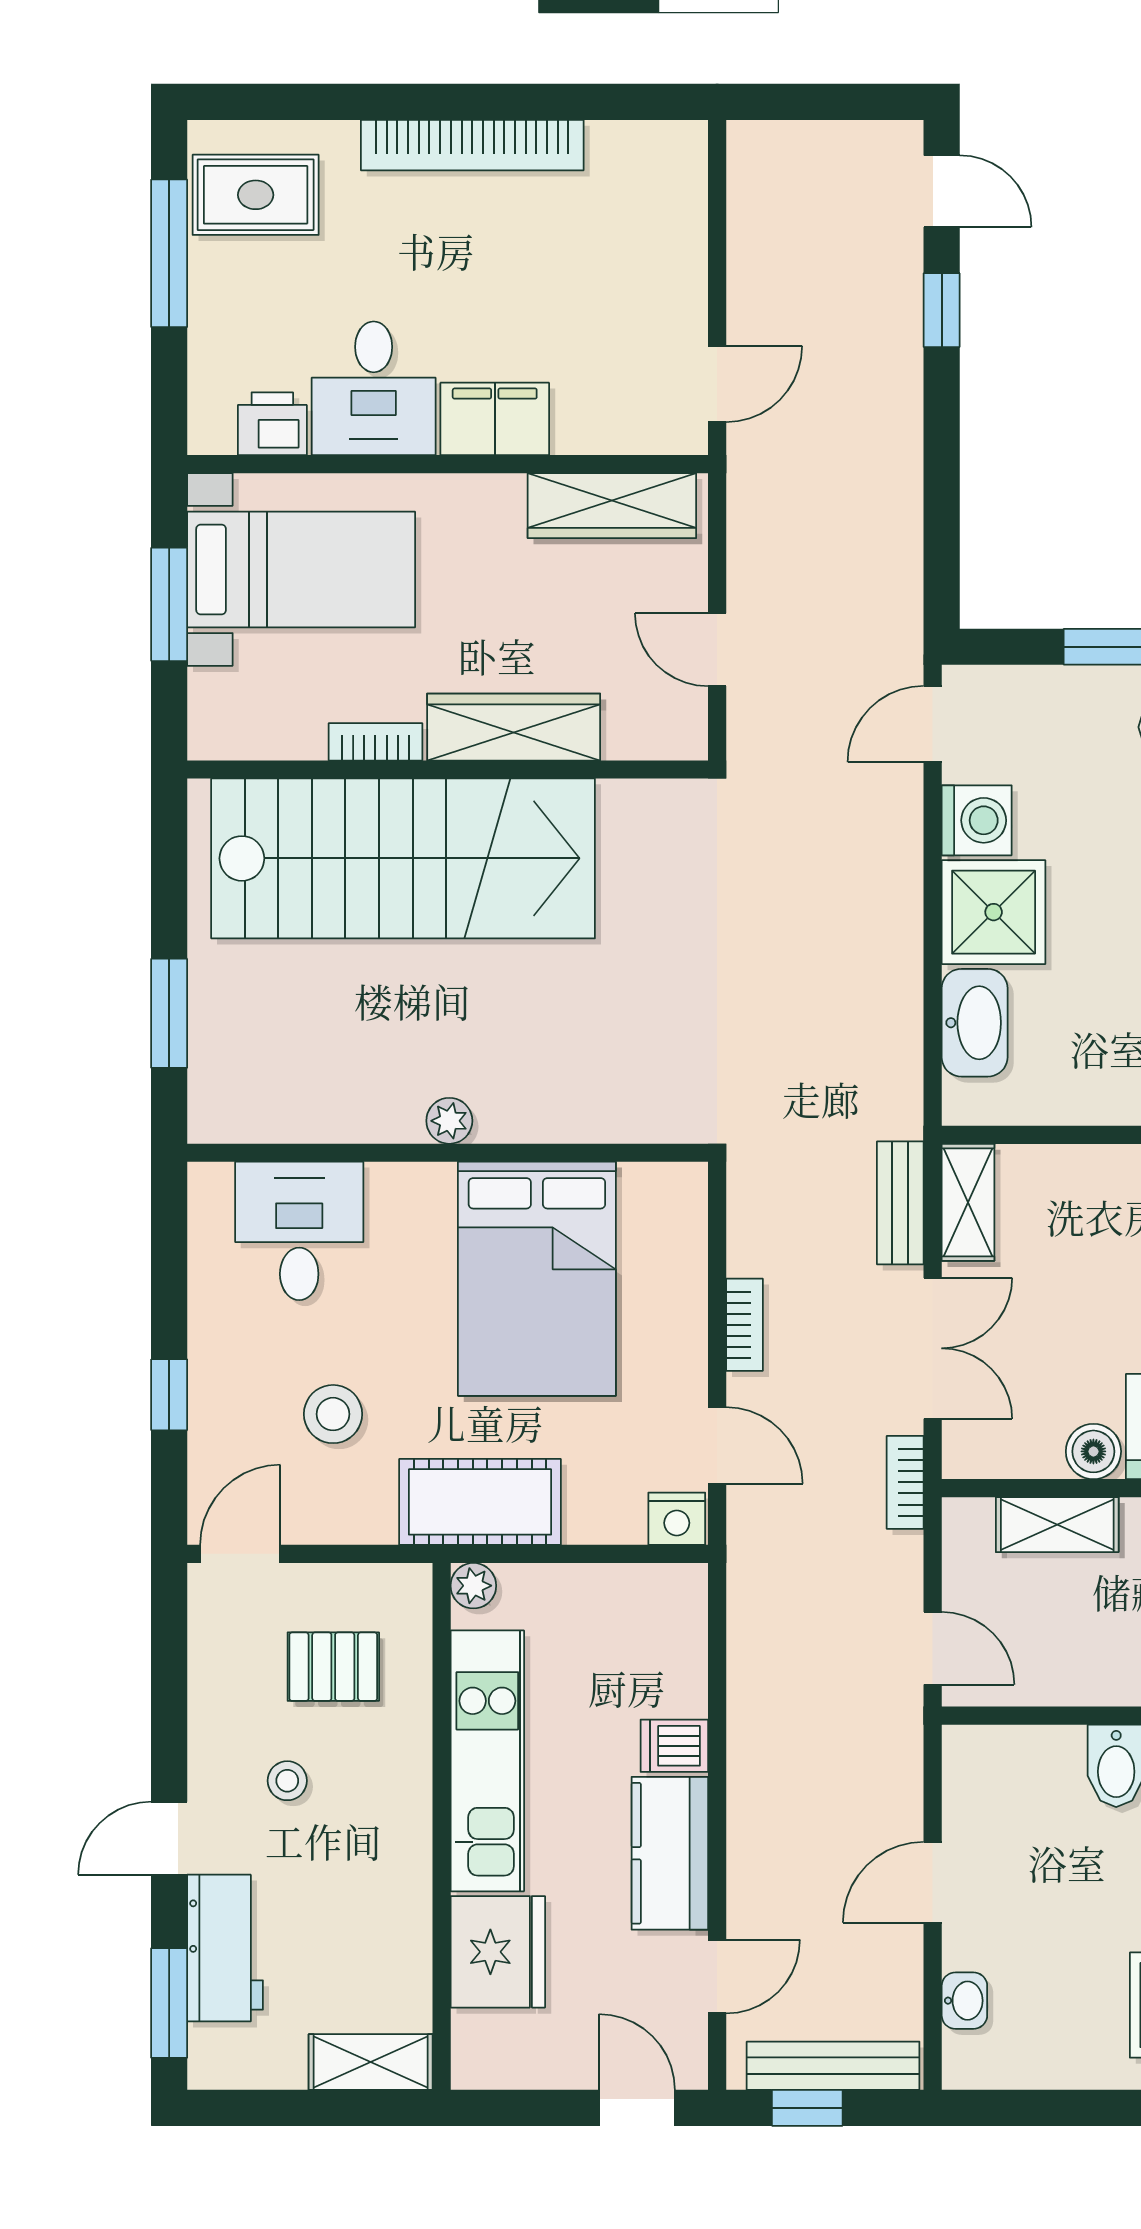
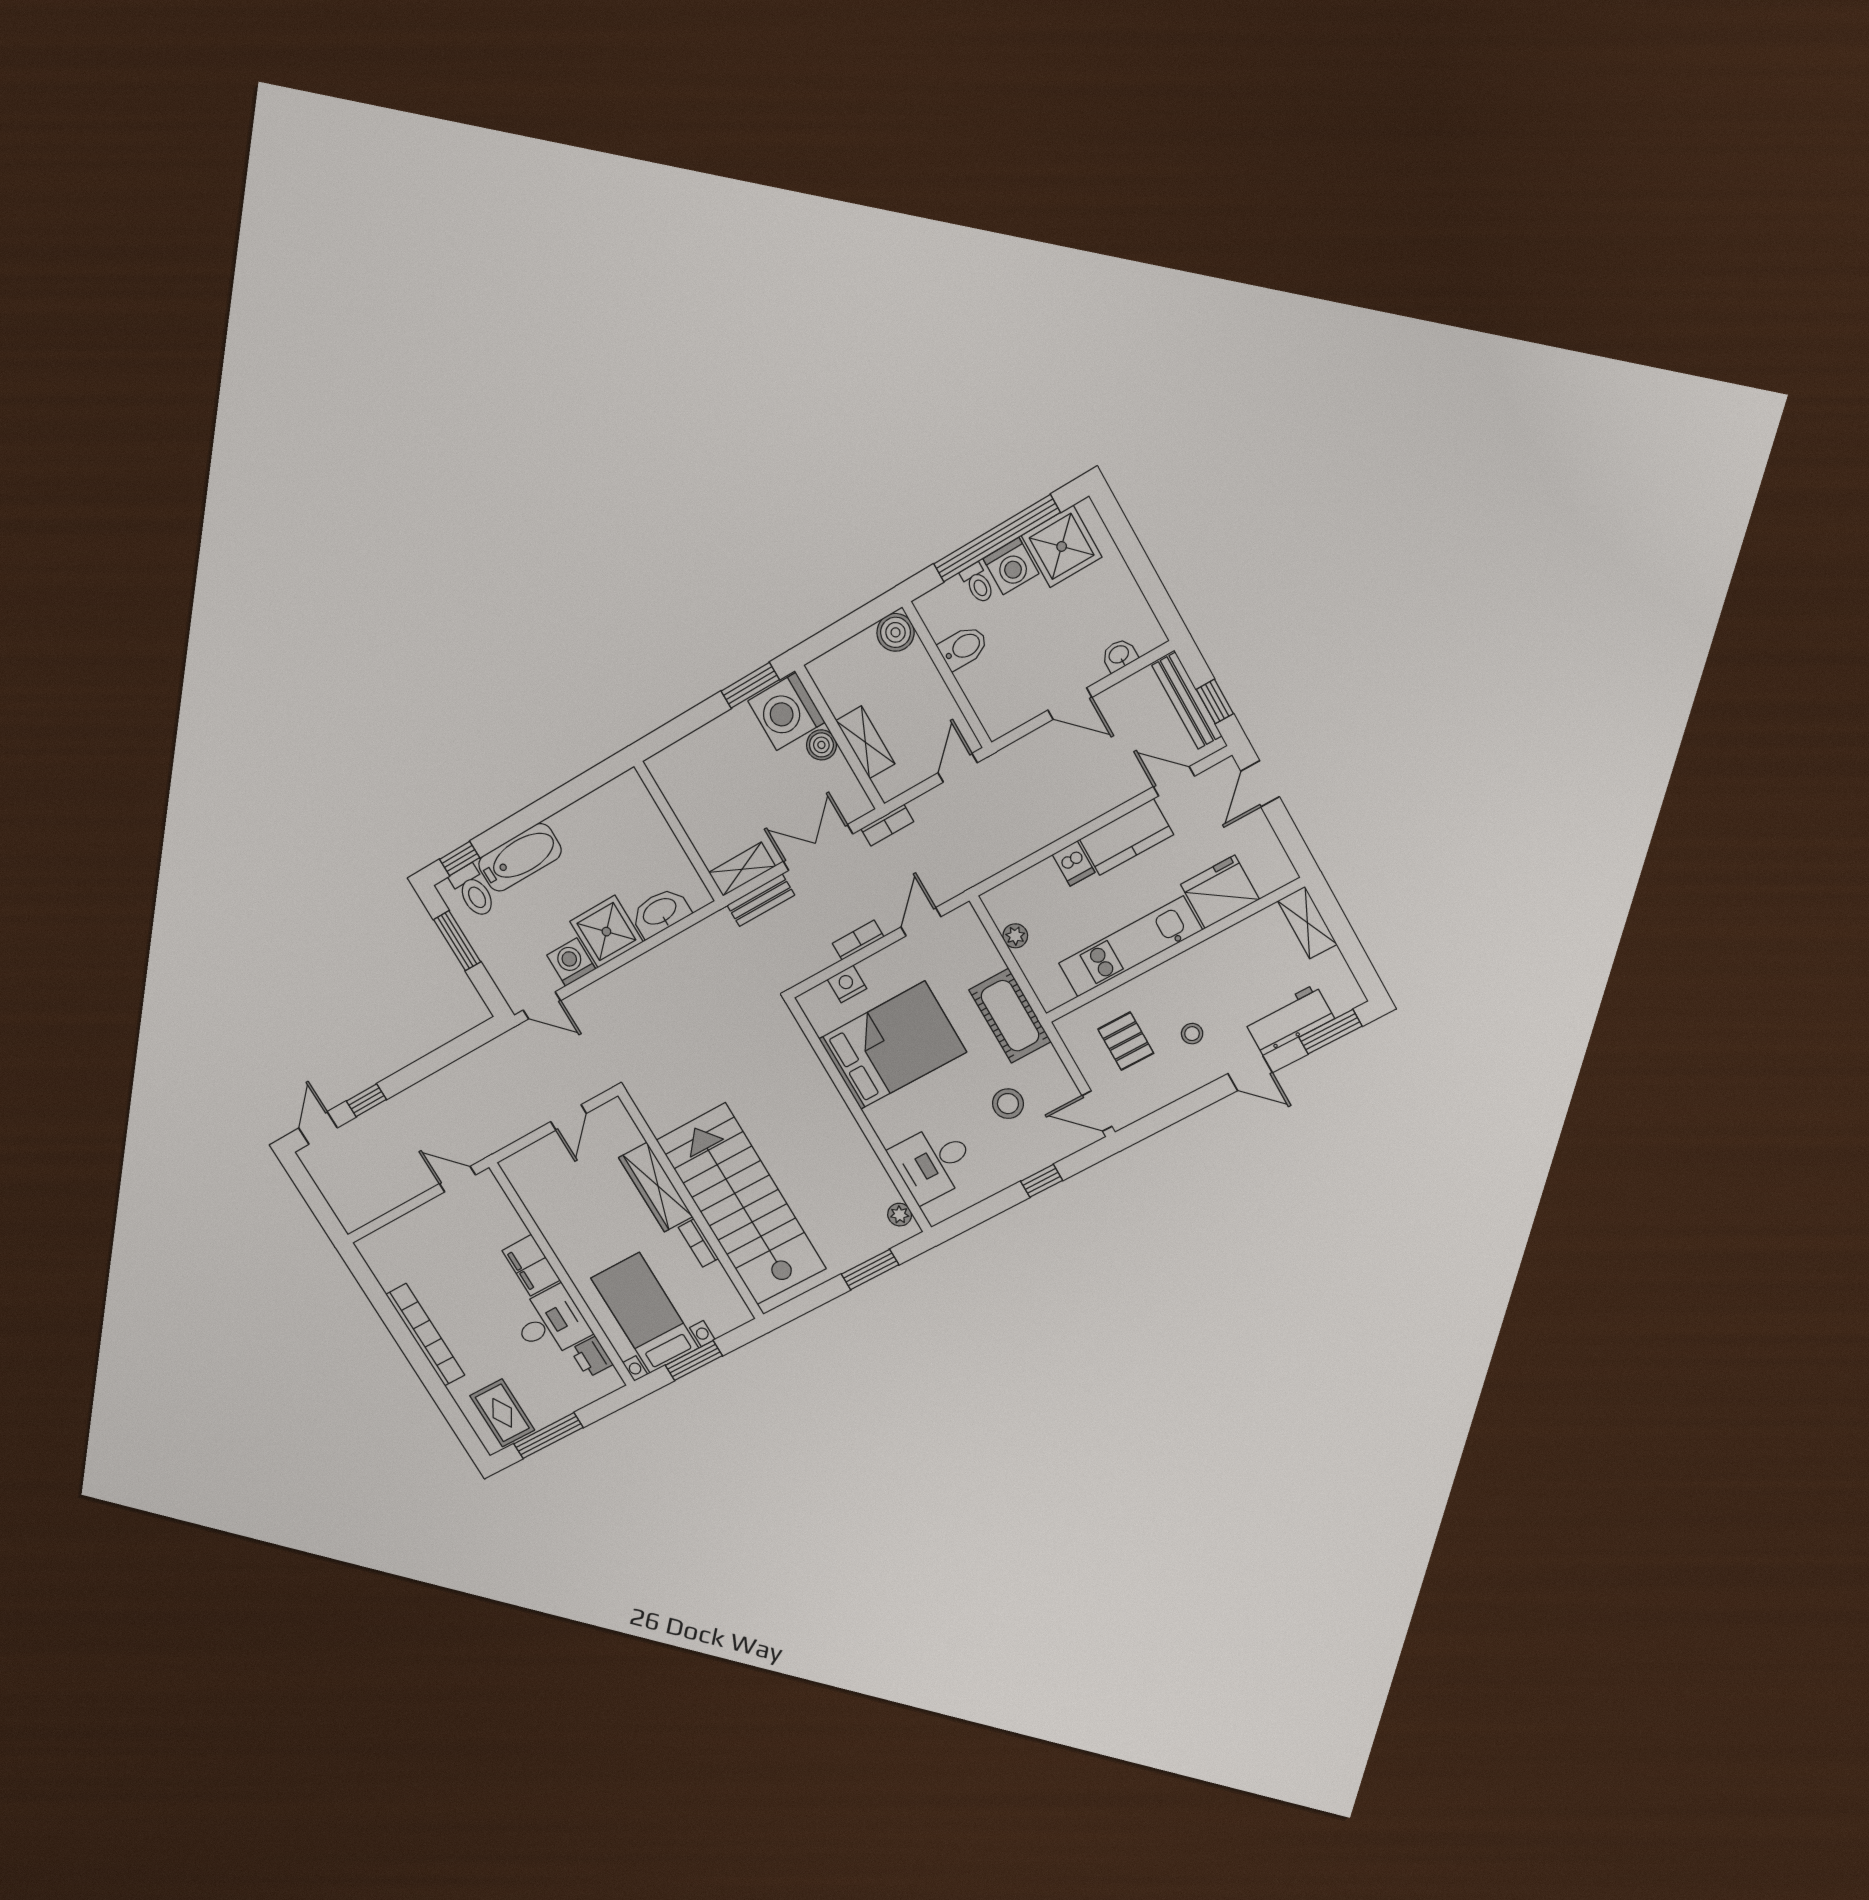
wardrobe: (612, 506) -> (536, 1196), removed
plant: (449, 1121) -> (900, 1215), moved
nightstand: (677, 1519) -> (847, 984), moved, turned -90
plant: (473, 1586) -> (1015, 936), moved

